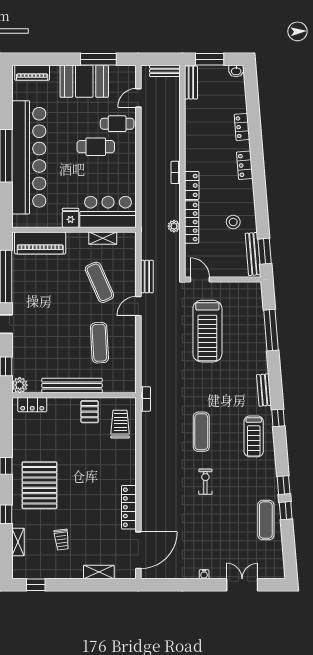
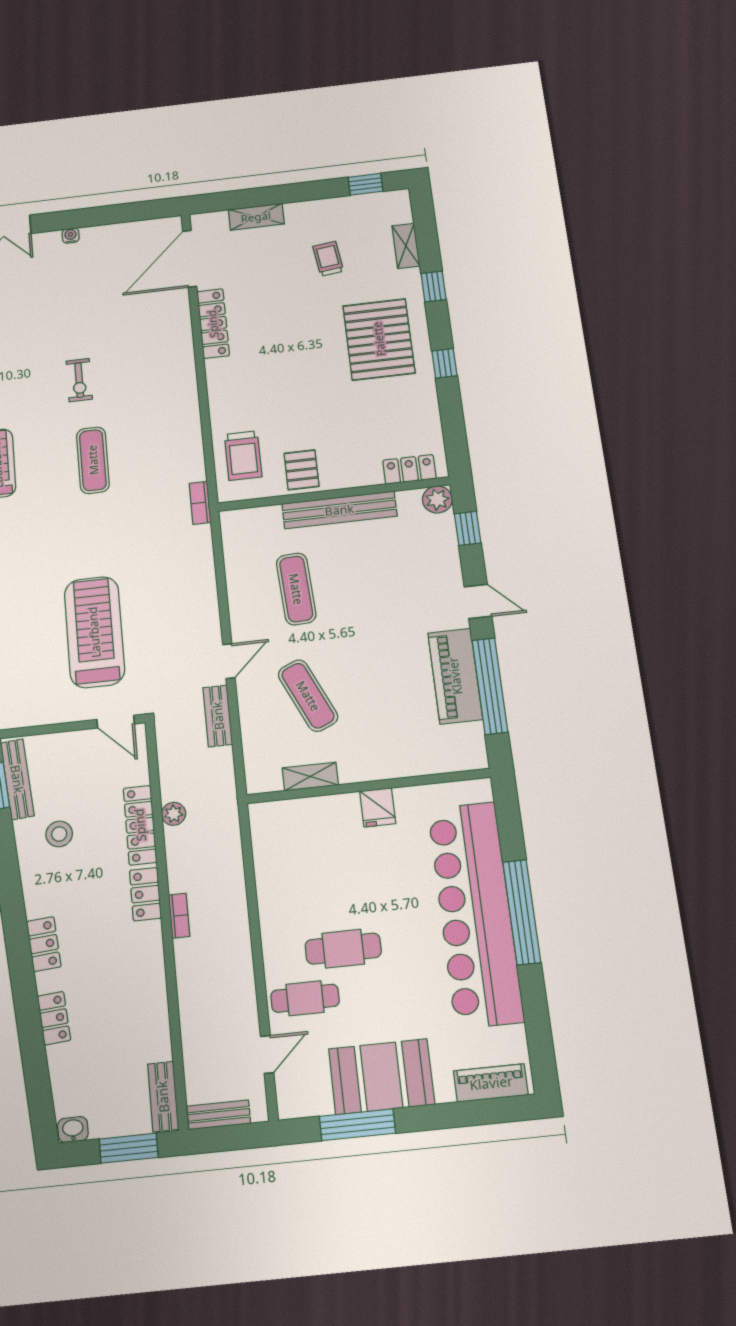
bar counter: (108, 212) -> (305, 826), removed
piano: (40, 243) -> (455, 676), moved, turned -90

